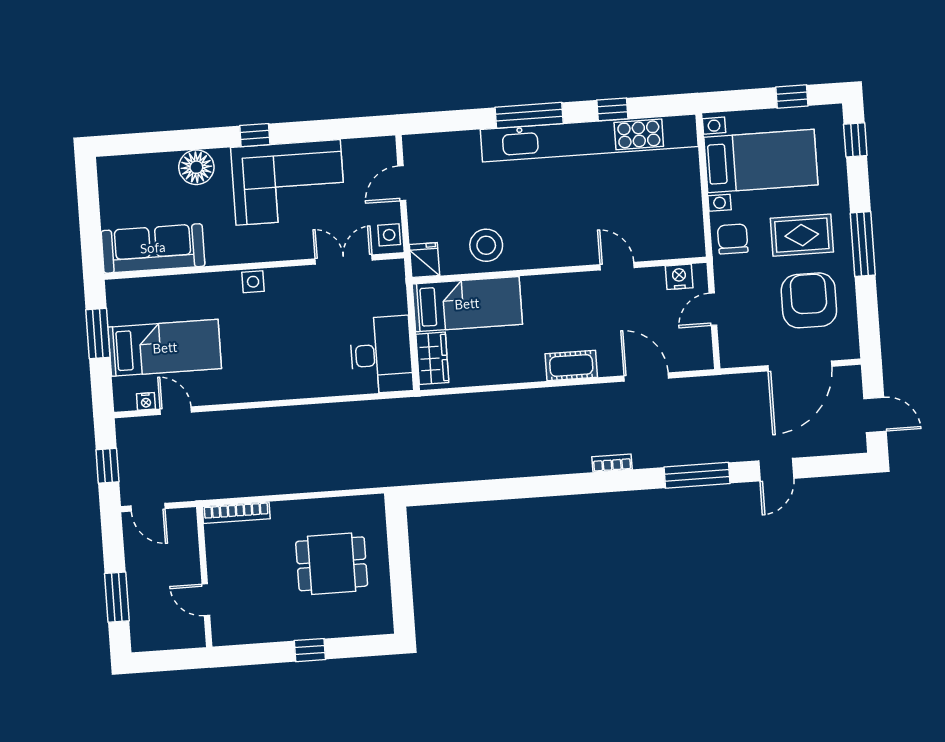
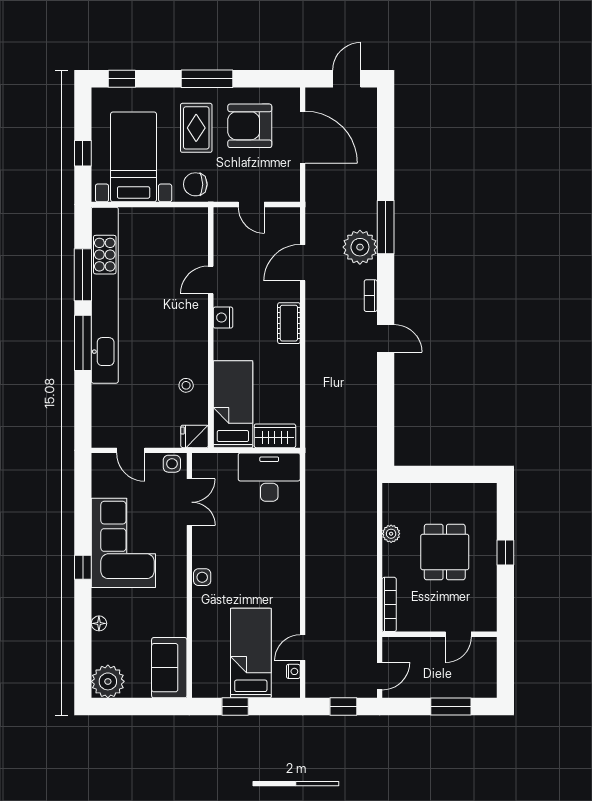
window: (792, 97) -> (83, 153), moved
window: (612, 109) -> (83, 275), width x2.17
floor lamp: (196, 167) -> (99, 623), width x0.53, depth x0.53
plant: (117, 176) -> (108, 681), added
stool: (486, 245) -> (186, 385), width x0.53, depth x0.53
sofa: (153, 248) -> (169, 668), width x0.73
double door: (344, 259) -> (189, 502), swing flipped
nightstand: (679, 277) -> (223, 318), moved
window: (98, 333) -> (235, 707), width x0.67
plant: (670, 446) -> (360, 247), added
door: (776, 470) -> (386, 338), moved
plant: (323, 509) -> (391, 534), added
dining table: (332, 564) -> (445, 552), moved

